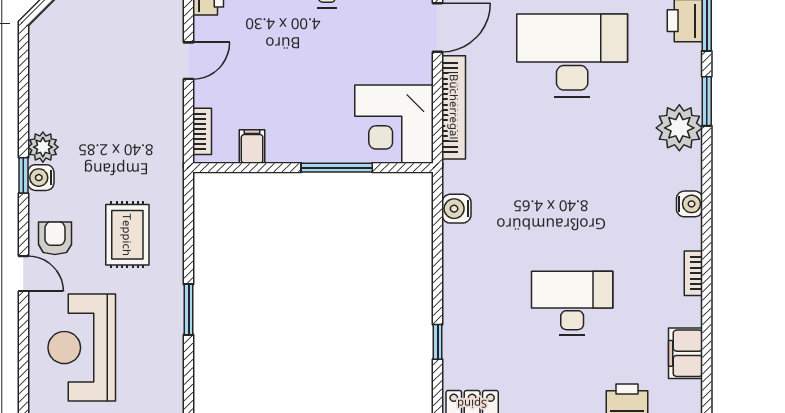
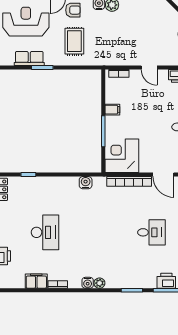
desk: (572, 55) -> (151, 232), width x0.53, depth x0.77
plant: (679, 128) -> (99, 283), moved, width x0.53, depth x0.53
filing cabinet: (252, 146) -> (112, 110), moved
rug: (127, 235) -> (74, 41), turned 90
row of seats: (168, 340) -> (29, 58), added
filing cabinet: (686, 353) -> (36, 281), moved

